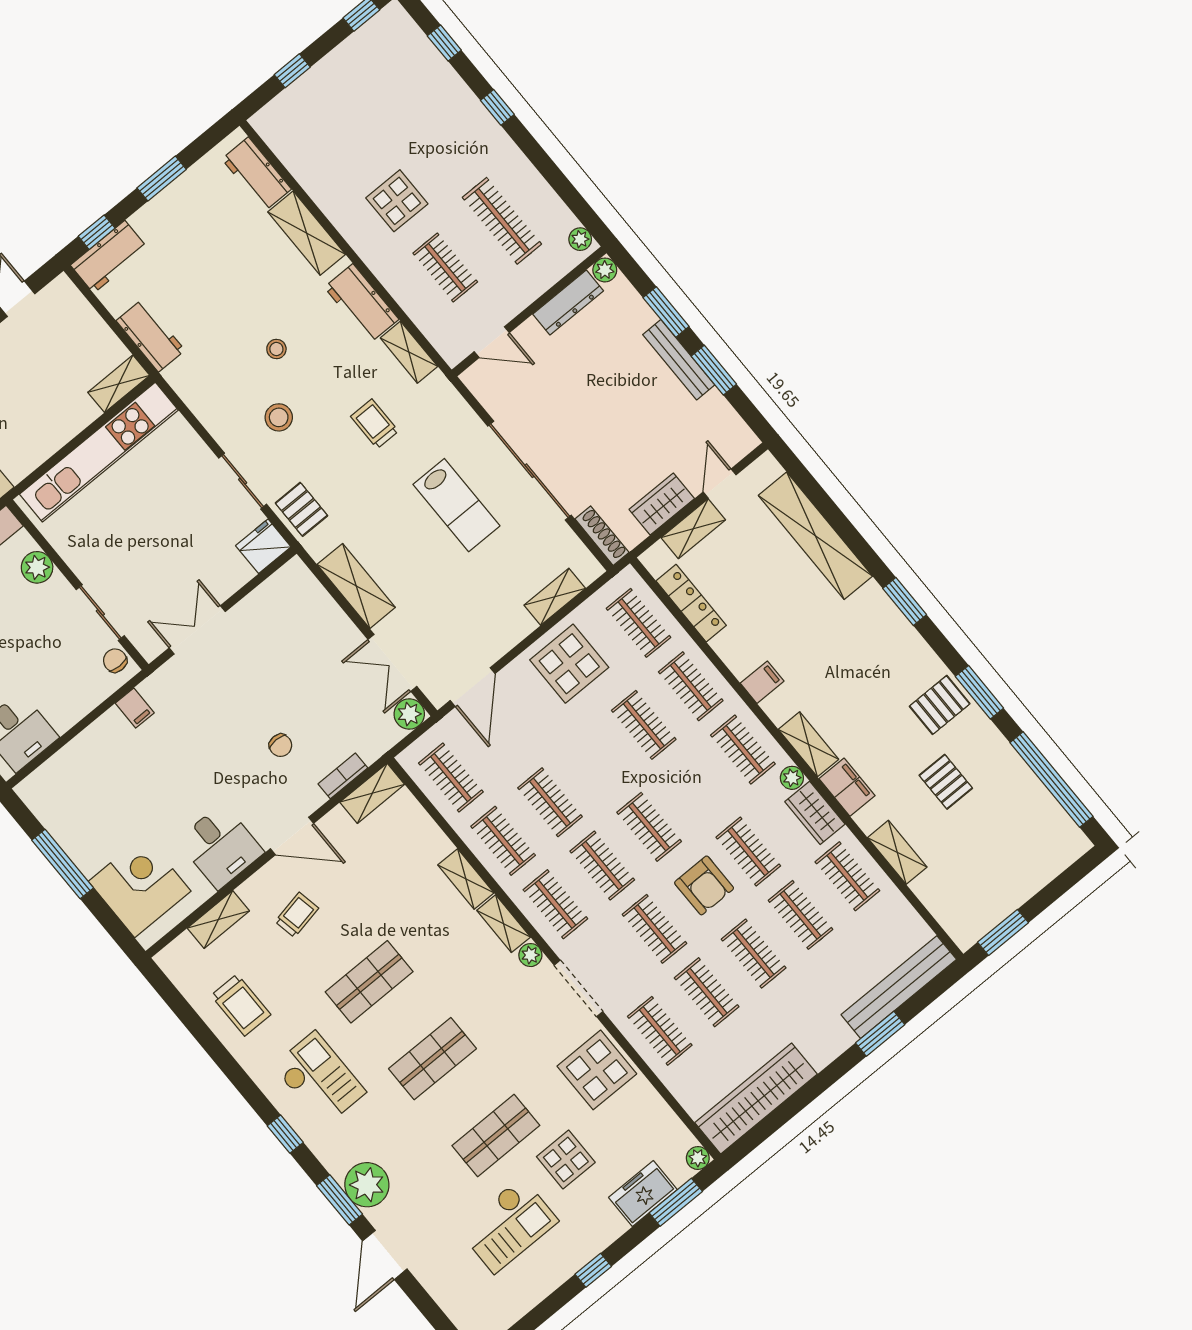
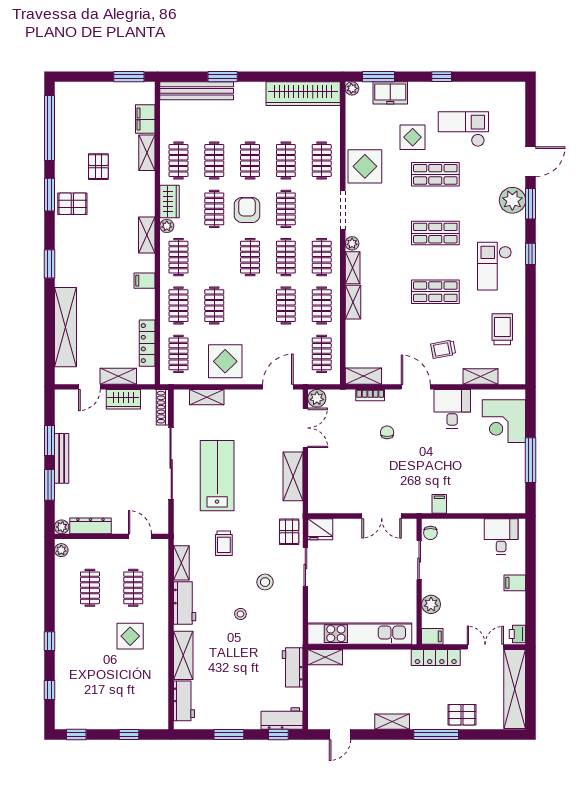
clothes rail: (502, 221) -> (90, 588), width x0.73
lab bench: (456, 505) -> (217, 476), width x1.36, depth x1.39
filing cabinet: (847, 787) -> (145, 119), moved

